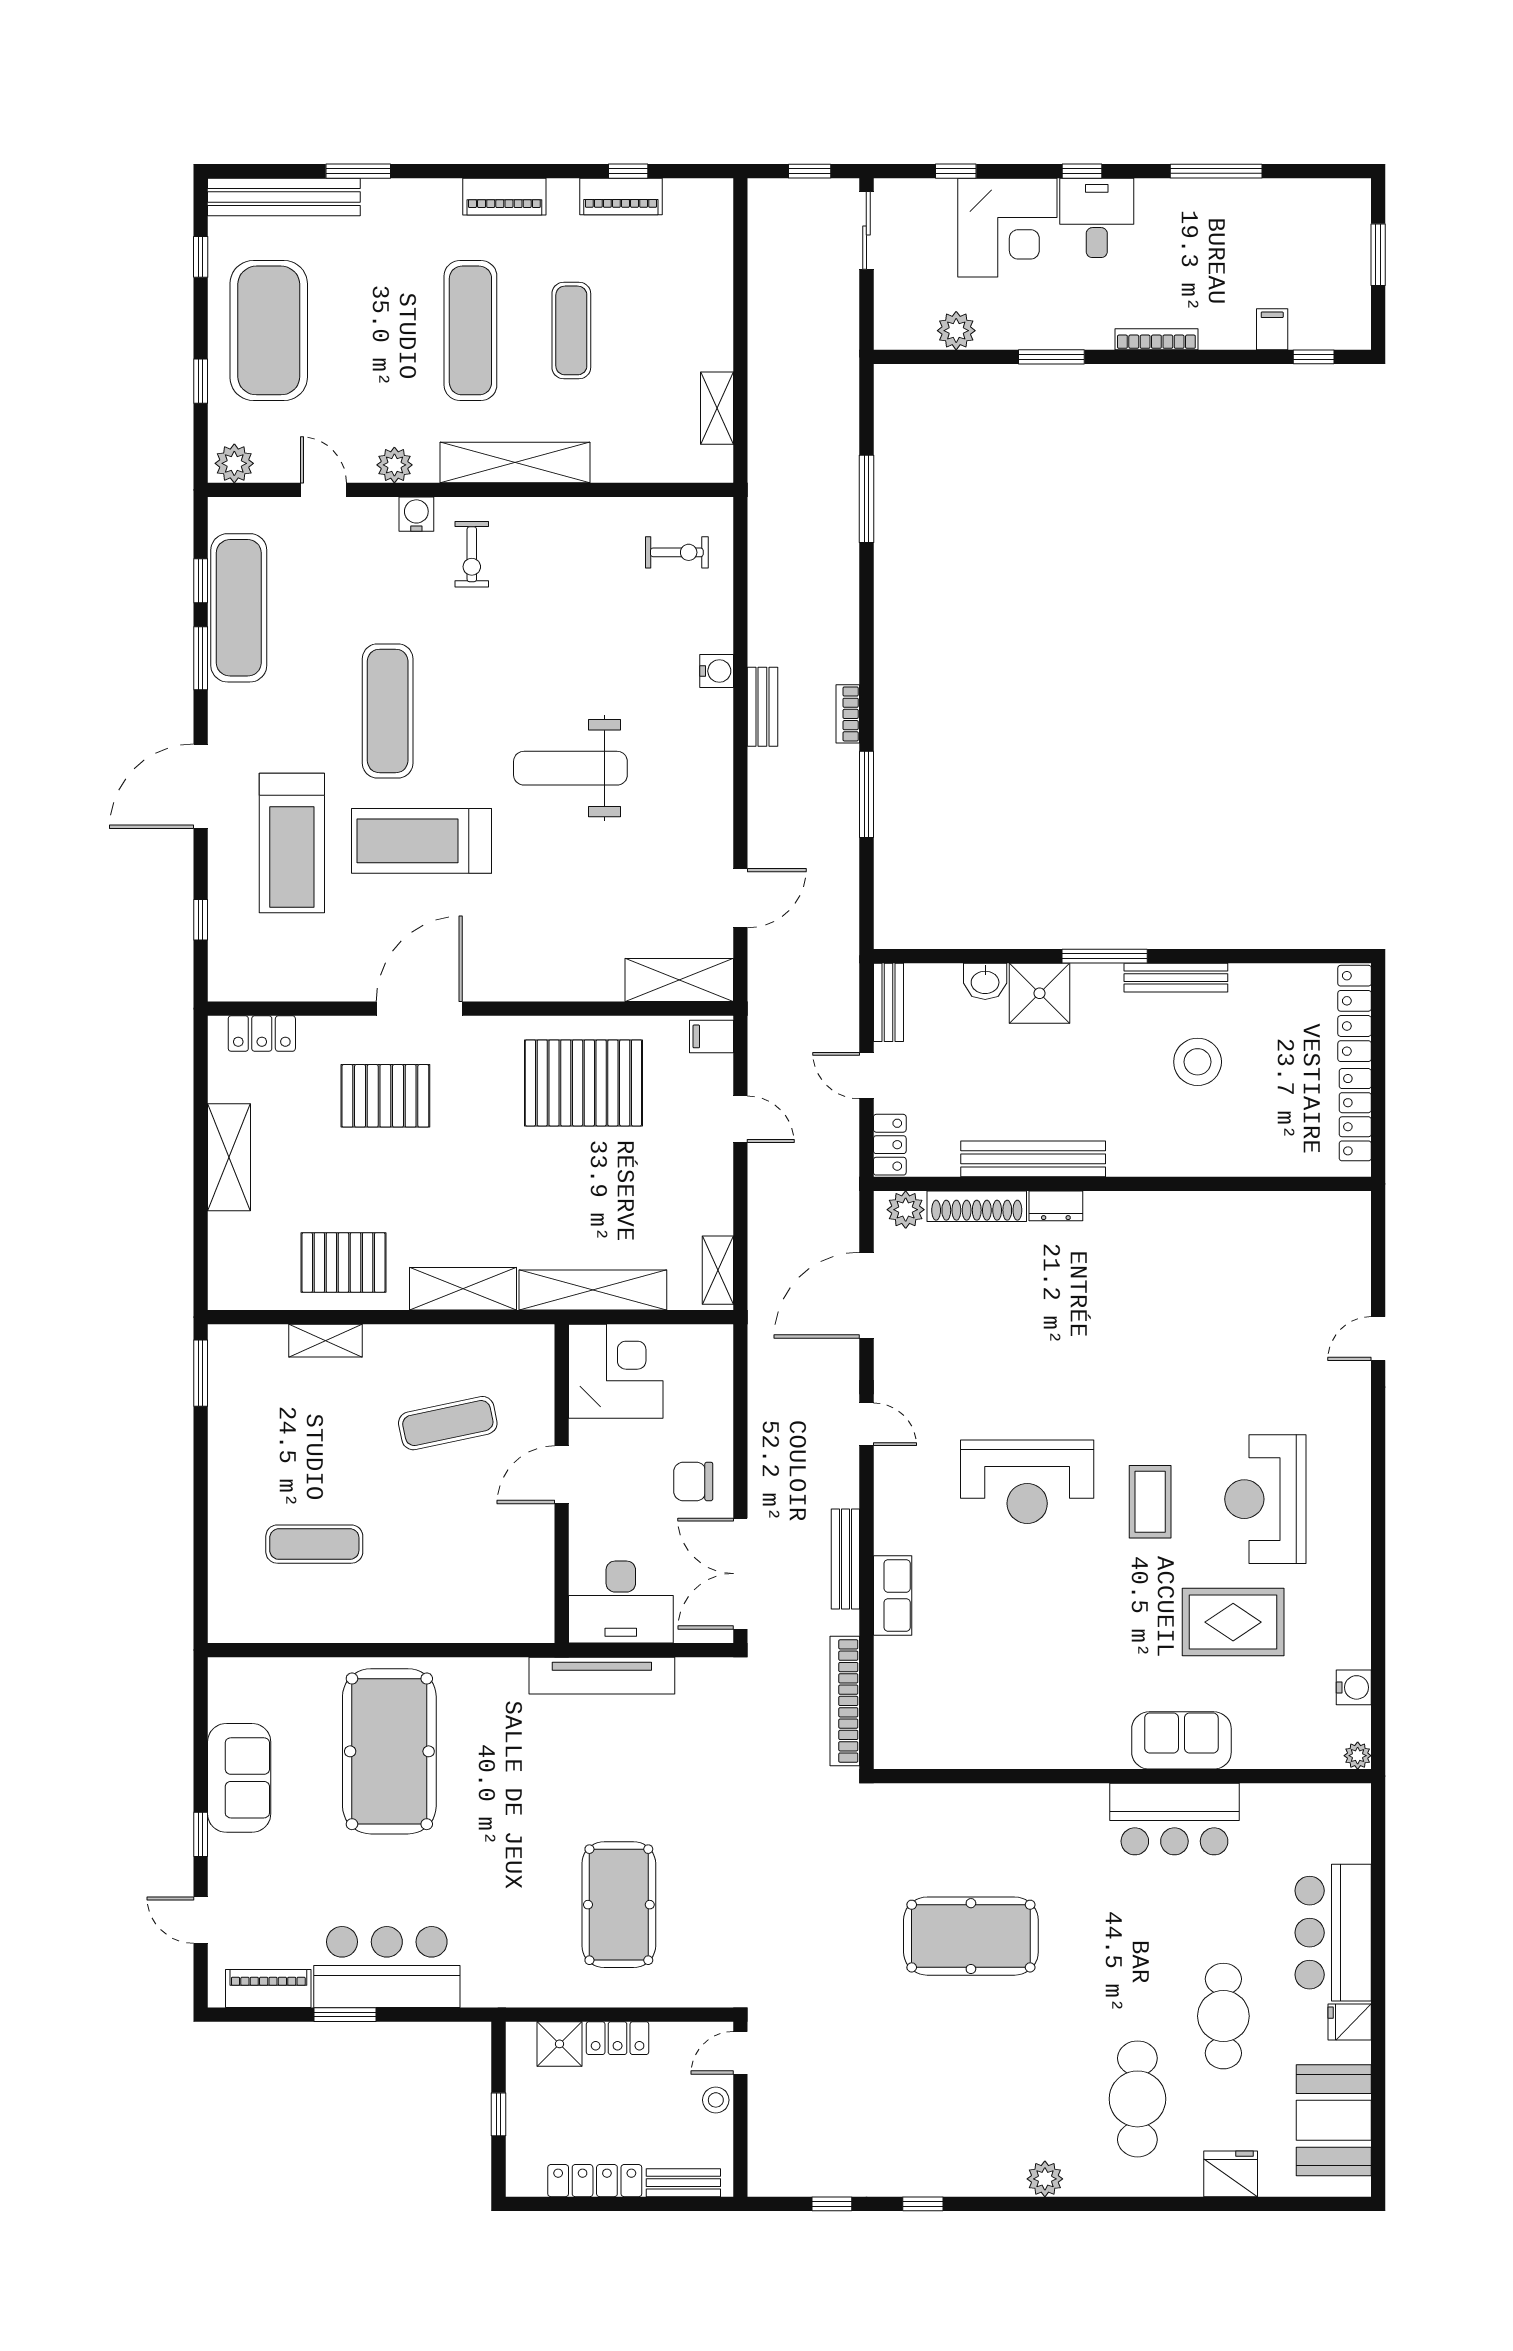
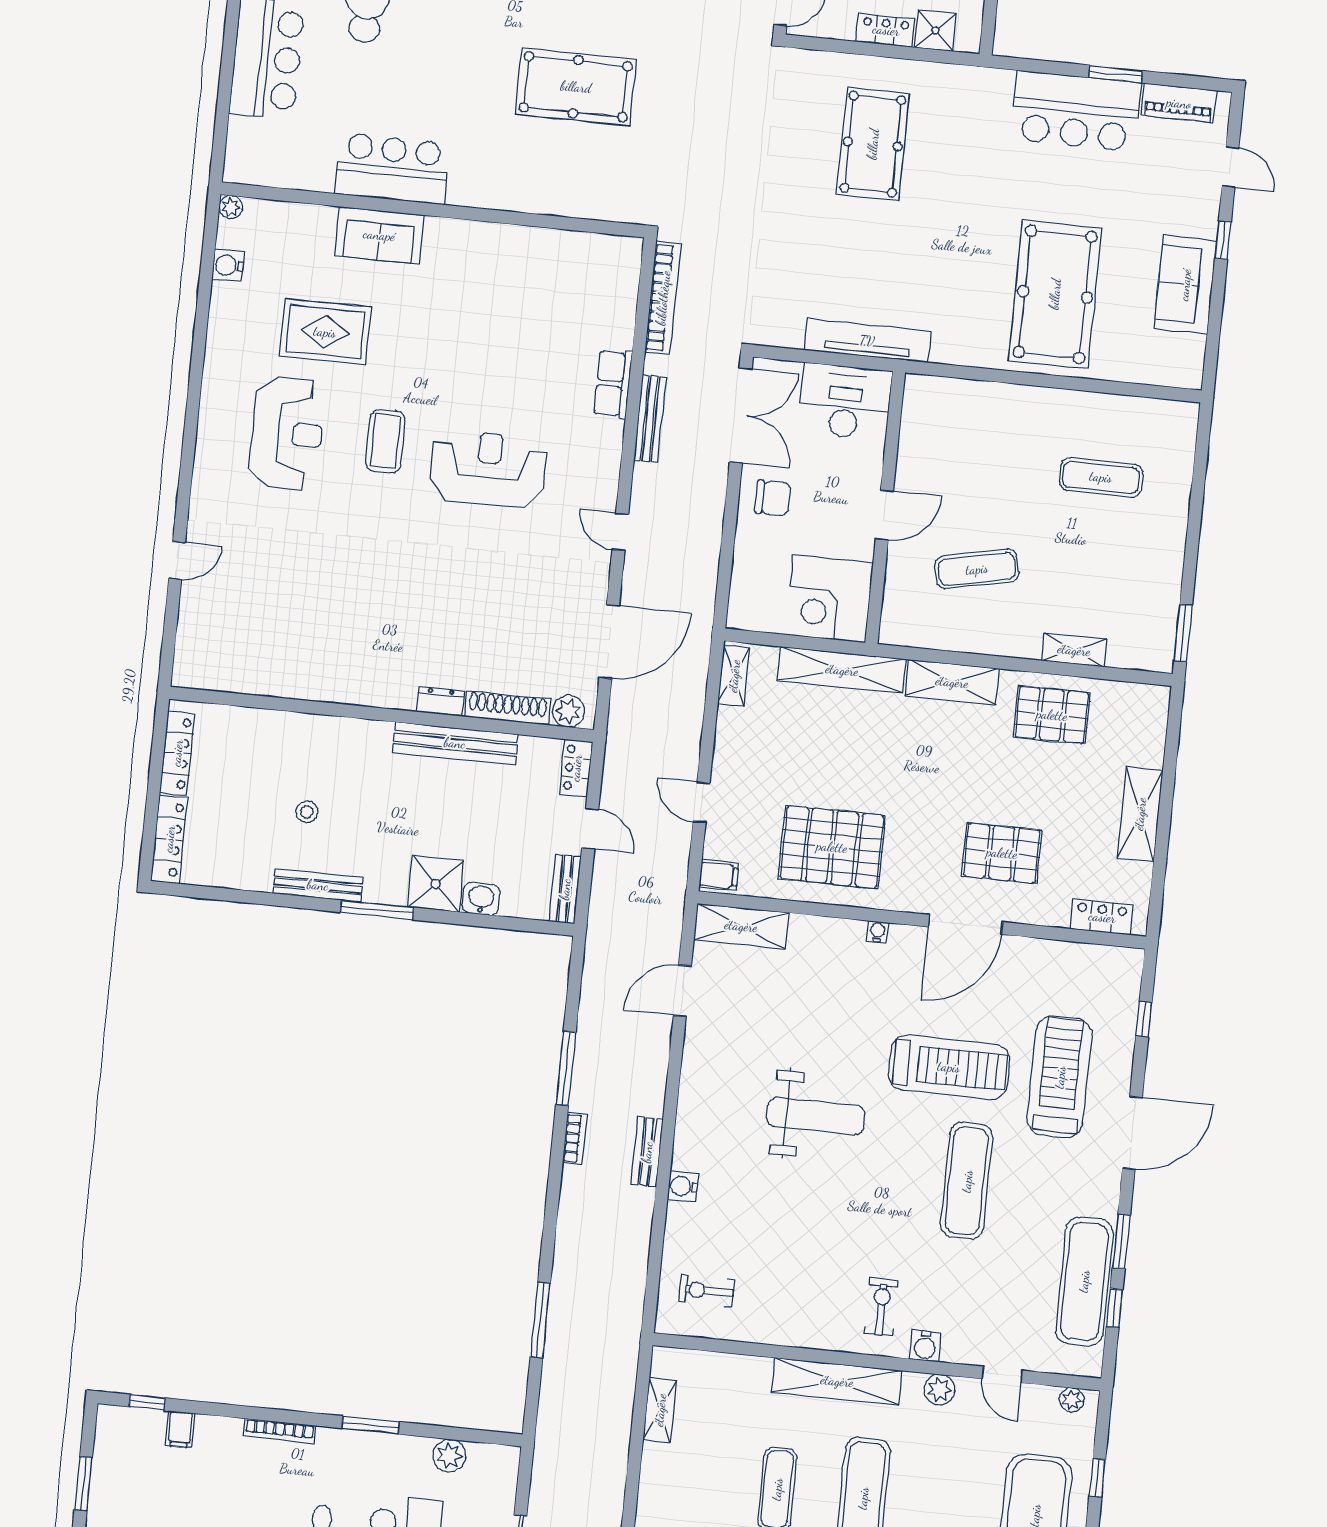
plant: (234, 463) -> (1072, 1400), width x0.73, depth x0.73
water cooler: (521, 990) -> (877, 932), added
stool: (1198, 1062) -> (307, 812), width x0.53, depth x0.53

